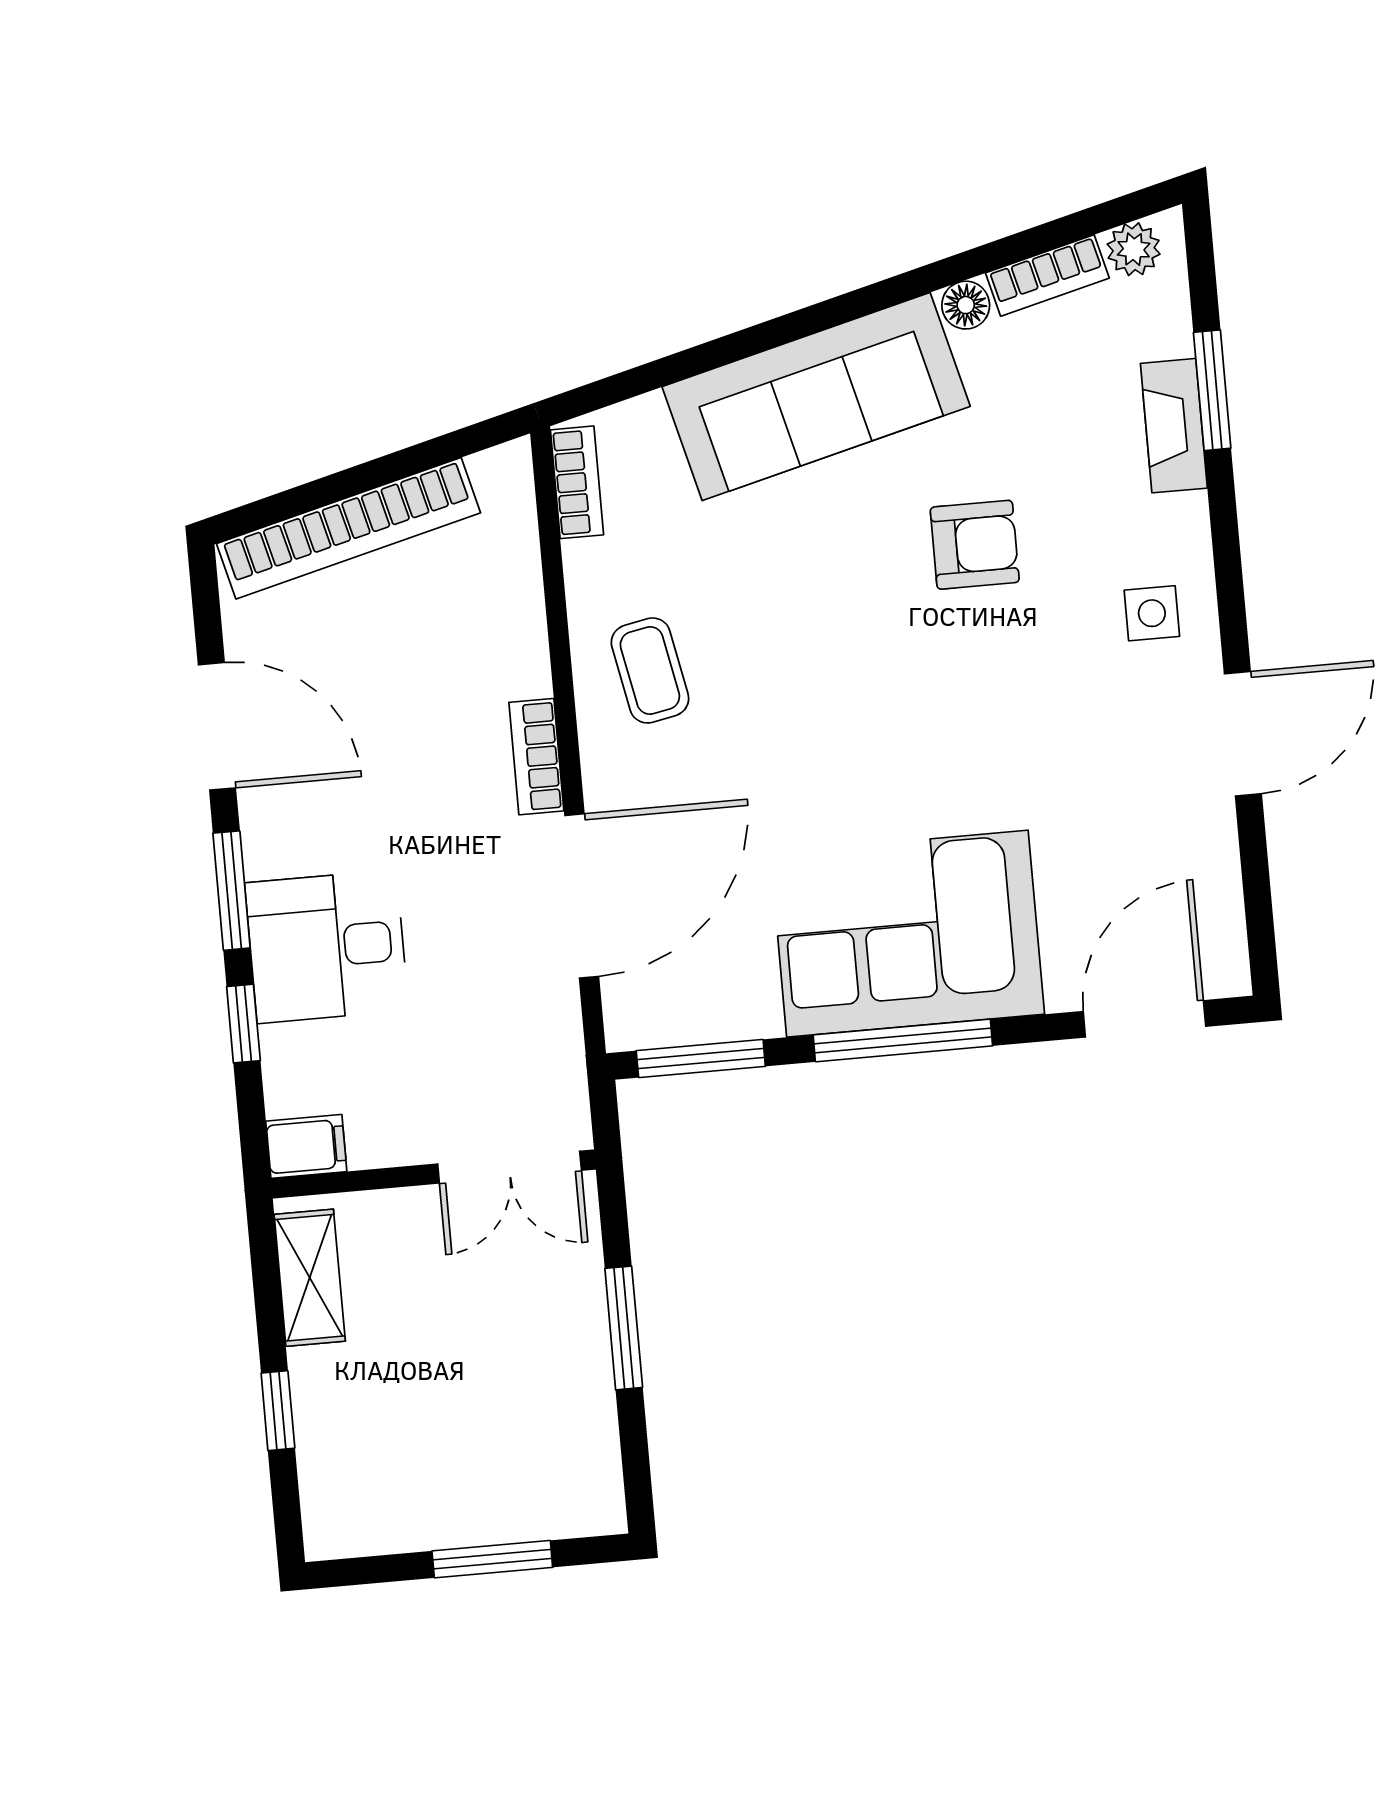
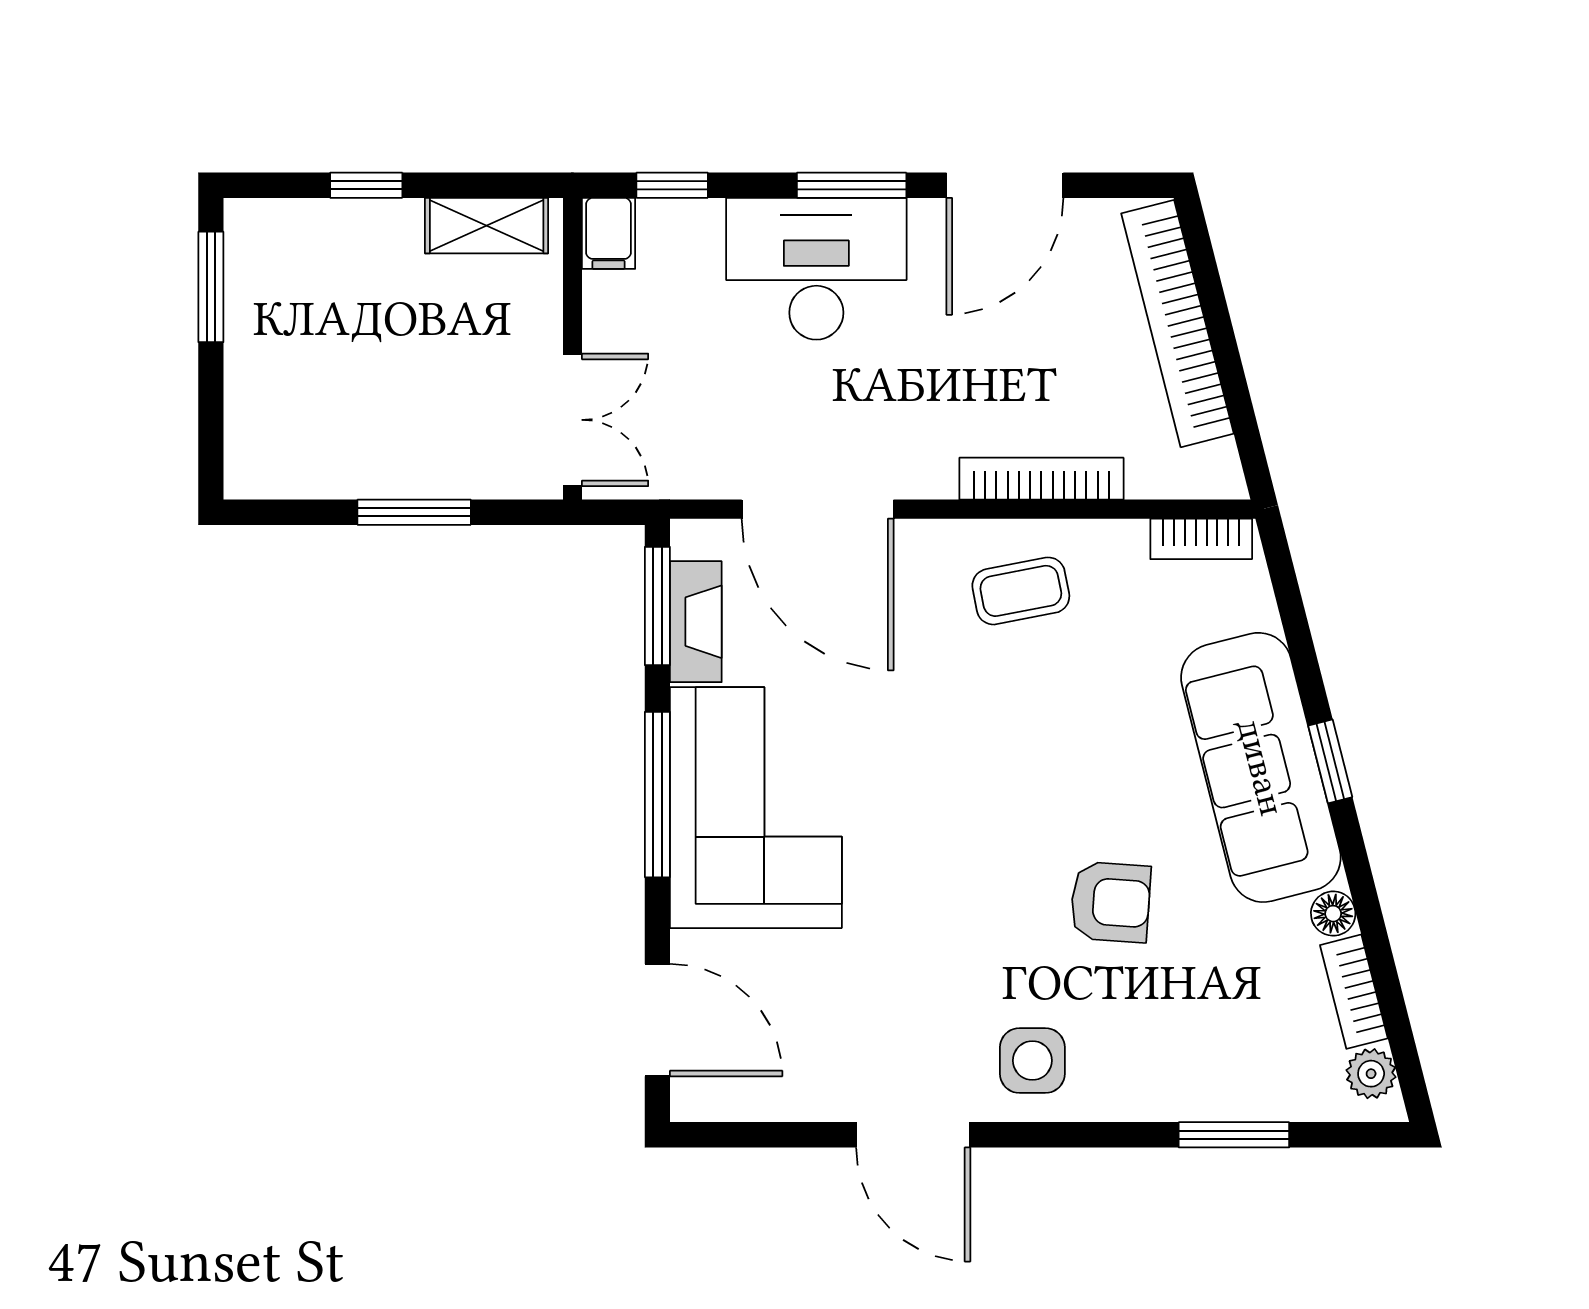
window: (803, 323) -> (1330, 761), added
fireplace: (1174, 426) -> (696, 622), moved, turned 90
armchair: (975, 545) -> (1110, 902), turned -86
side table: (1152, 613) -> (1032, 1061), width x1.37, depth x1.37
bookcase: (536, 757) -> (1041, 479), moved, width x1.56
desk: (327, 947) -> (816, 269), width x1.37
window: (243, 1024) -> (672, 185), moved
double door: (510, 1167) -> (572, 420), swing flipped
window: (492, 1559) -> (211, 287), moved

